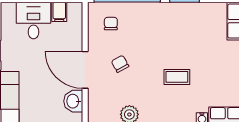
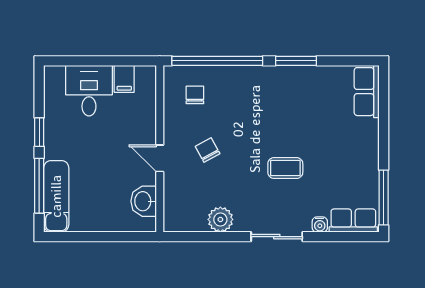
door: (85, 70) -> (160, 158), width x0.53

